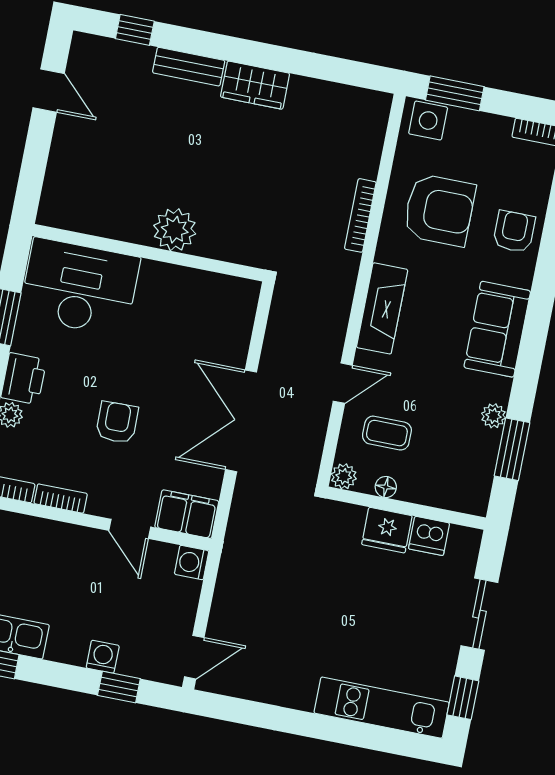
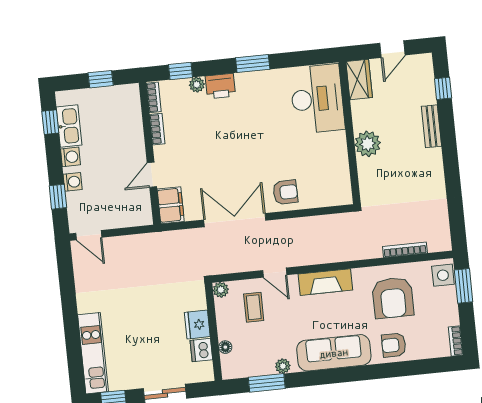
wardrobe: (255, 85) -> (359, 80), moved, turned 180
bookcase: (360, 215) -> (405, 250), moved
plant: (175, 230) -> (368, 144), moved
armchair: (514, 231) -> (394, 345), turned 180
wall: (149, 253) -> (350, 133), moved
desk: (80, 287) -> (317, 99), moved
sofa: (497, 329) -> (334, 353), width x1.36
armchair: (117, 422) -> (285, 192), moved
floor lamp: (386, 487) -> (225, 347), moved
washing machine: (192, 562) -> (71, 157), moved, turned 90

